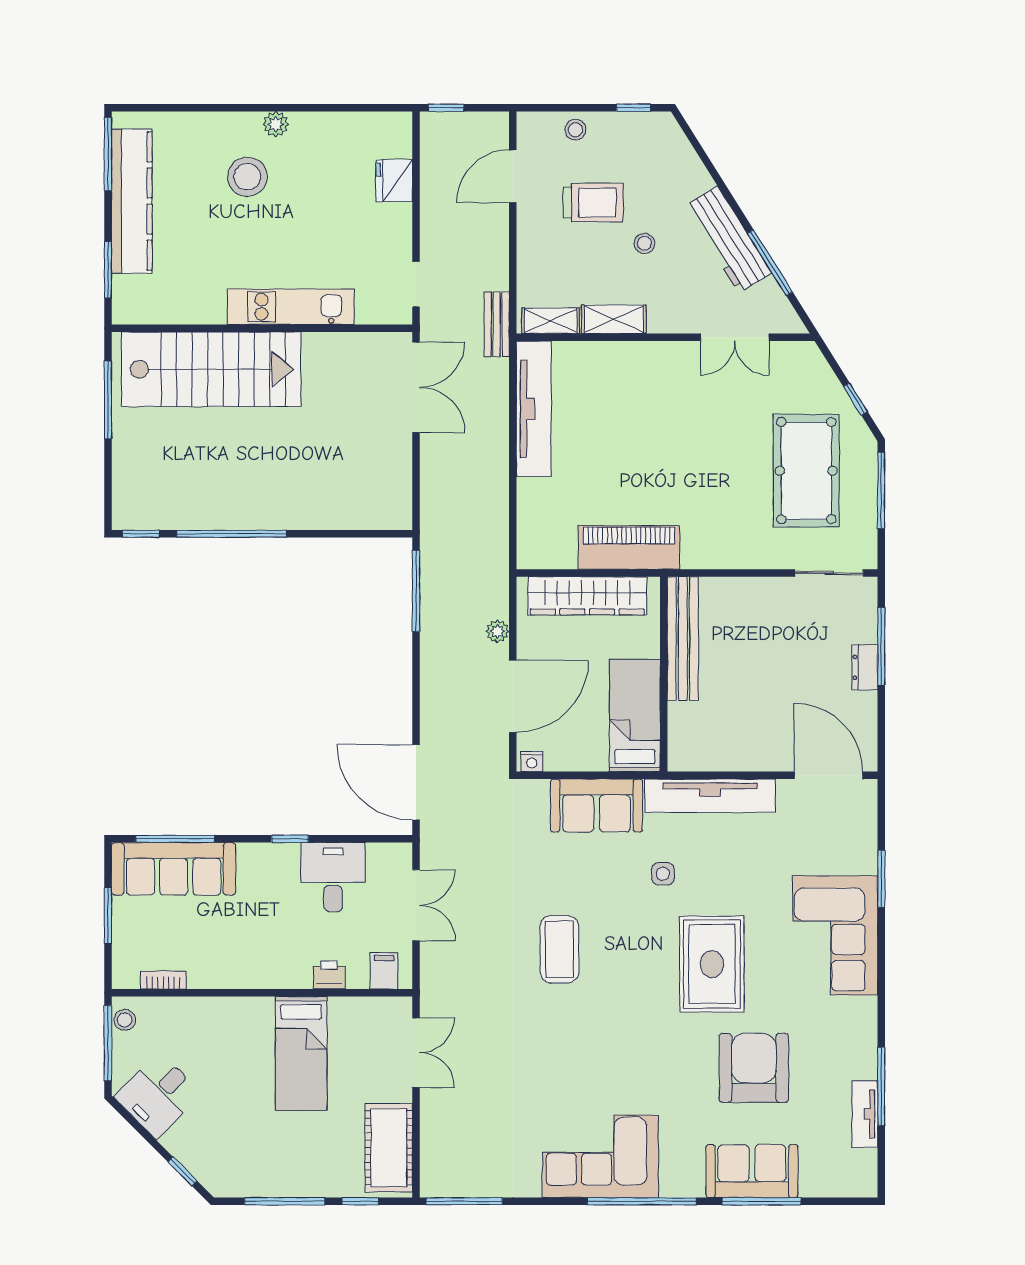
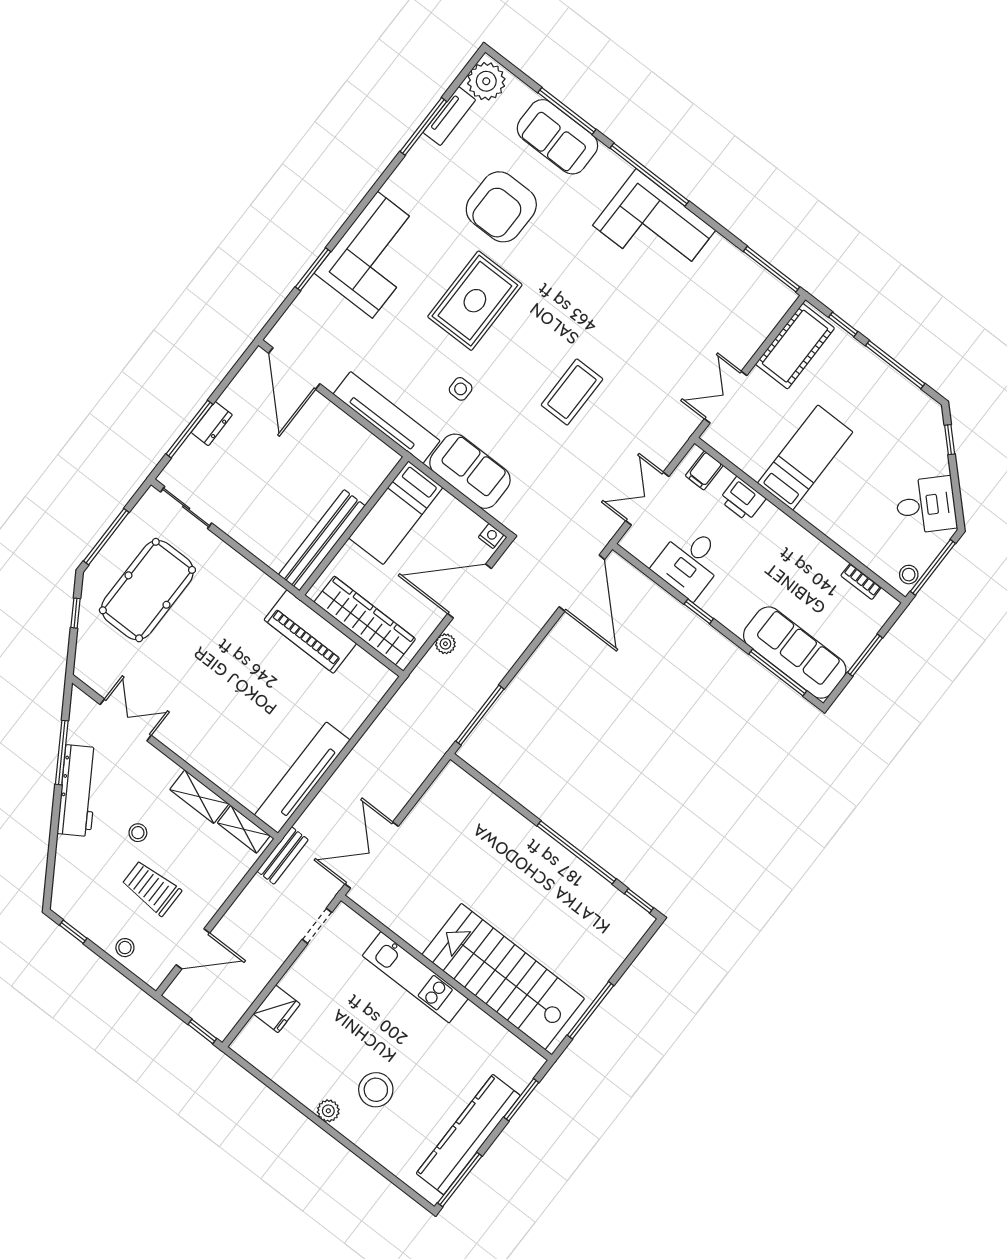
printer: (329, 975) -> (742, 499), width x1.36, depth x1.24
plant: (856, 1172) -> (486, 81), added

